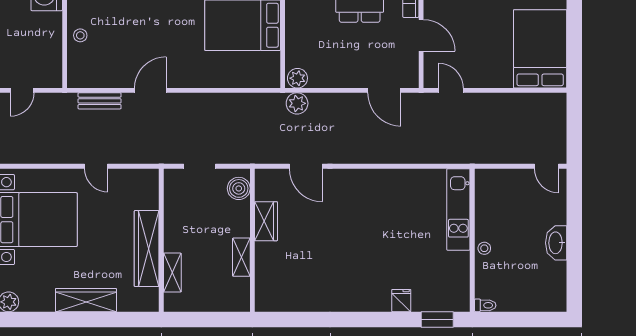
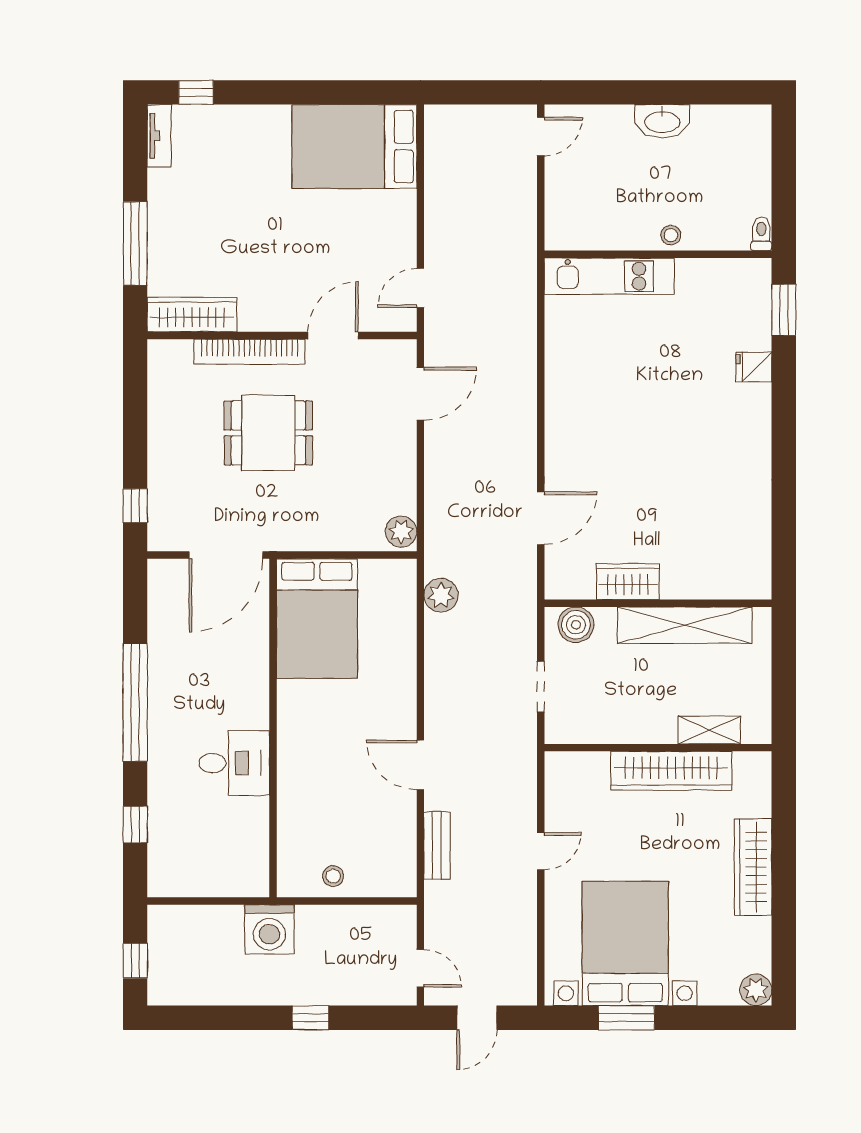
plant: (297, 103) -> (441, 595), moved
shelving: (241, 257) -> (685, 625), width x2.20, depth x1.33

